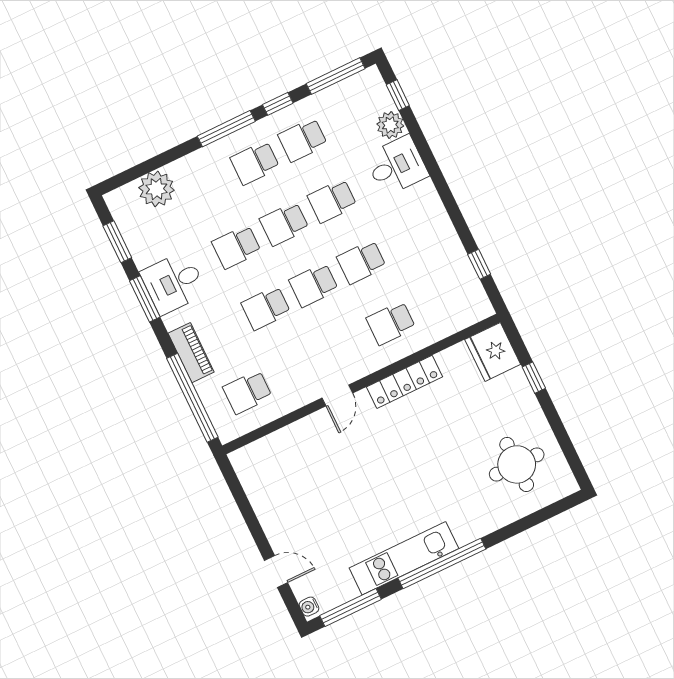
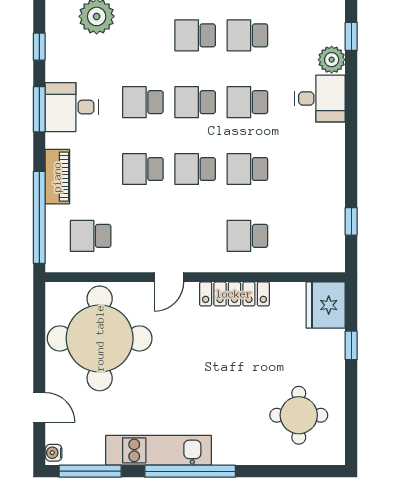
window: (117, 242) -> (39, 47), width x0.67
round table: (301, 482) -> (100, 338), added

